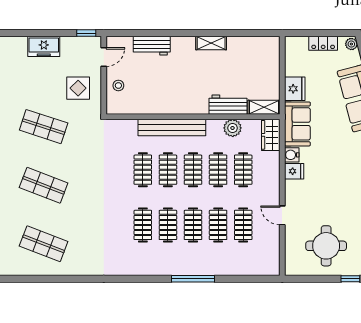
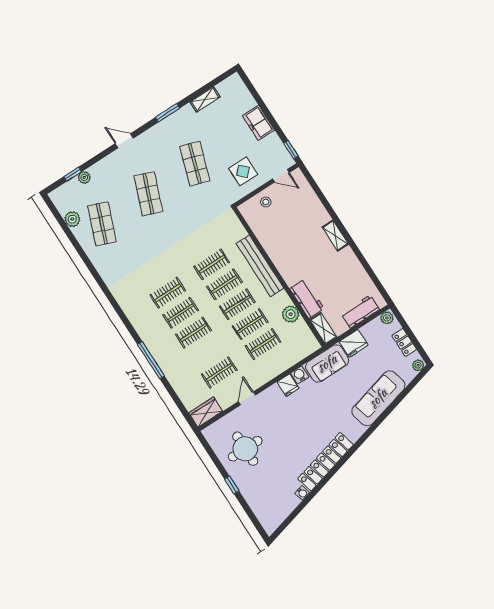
shelving: (211, 43) -> (335, 236), moved
plant: (291, 44) -> (387, 318), added
workbench: (152, 46) -> (360, 312), moved, turned 90
wardrobe: (271, 135) -> (206, 412), moved
clothes rail: (218, 225) -> (206, 352), removed
plant: (22, 267) -> (72, 219), added

